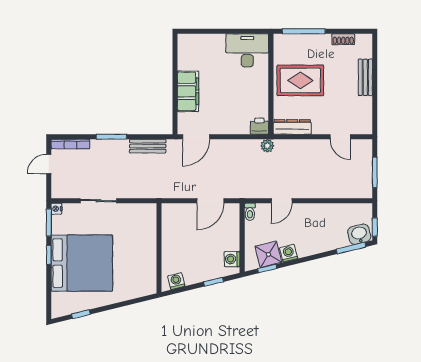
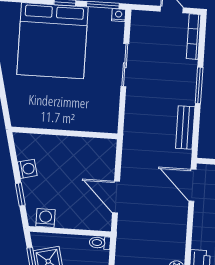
washing machine: (176, 281) -> (27, 169), moved

